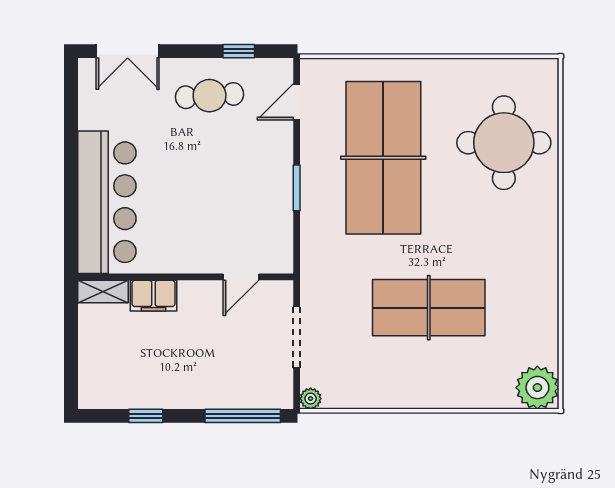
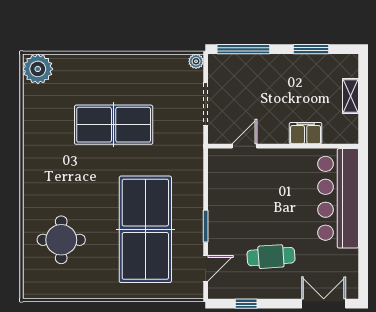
cafe table: (210, 96) -> (271, 257), moved
round table: (504, 143) -> (61, 240), width x0.73, depth x0.73
window: (297, 188) -> (206, 226), moved
shelving: (103, 291) -> (351, 96), moved, turned 90
window: (146, 416) -> (311, 49), width x1.50

